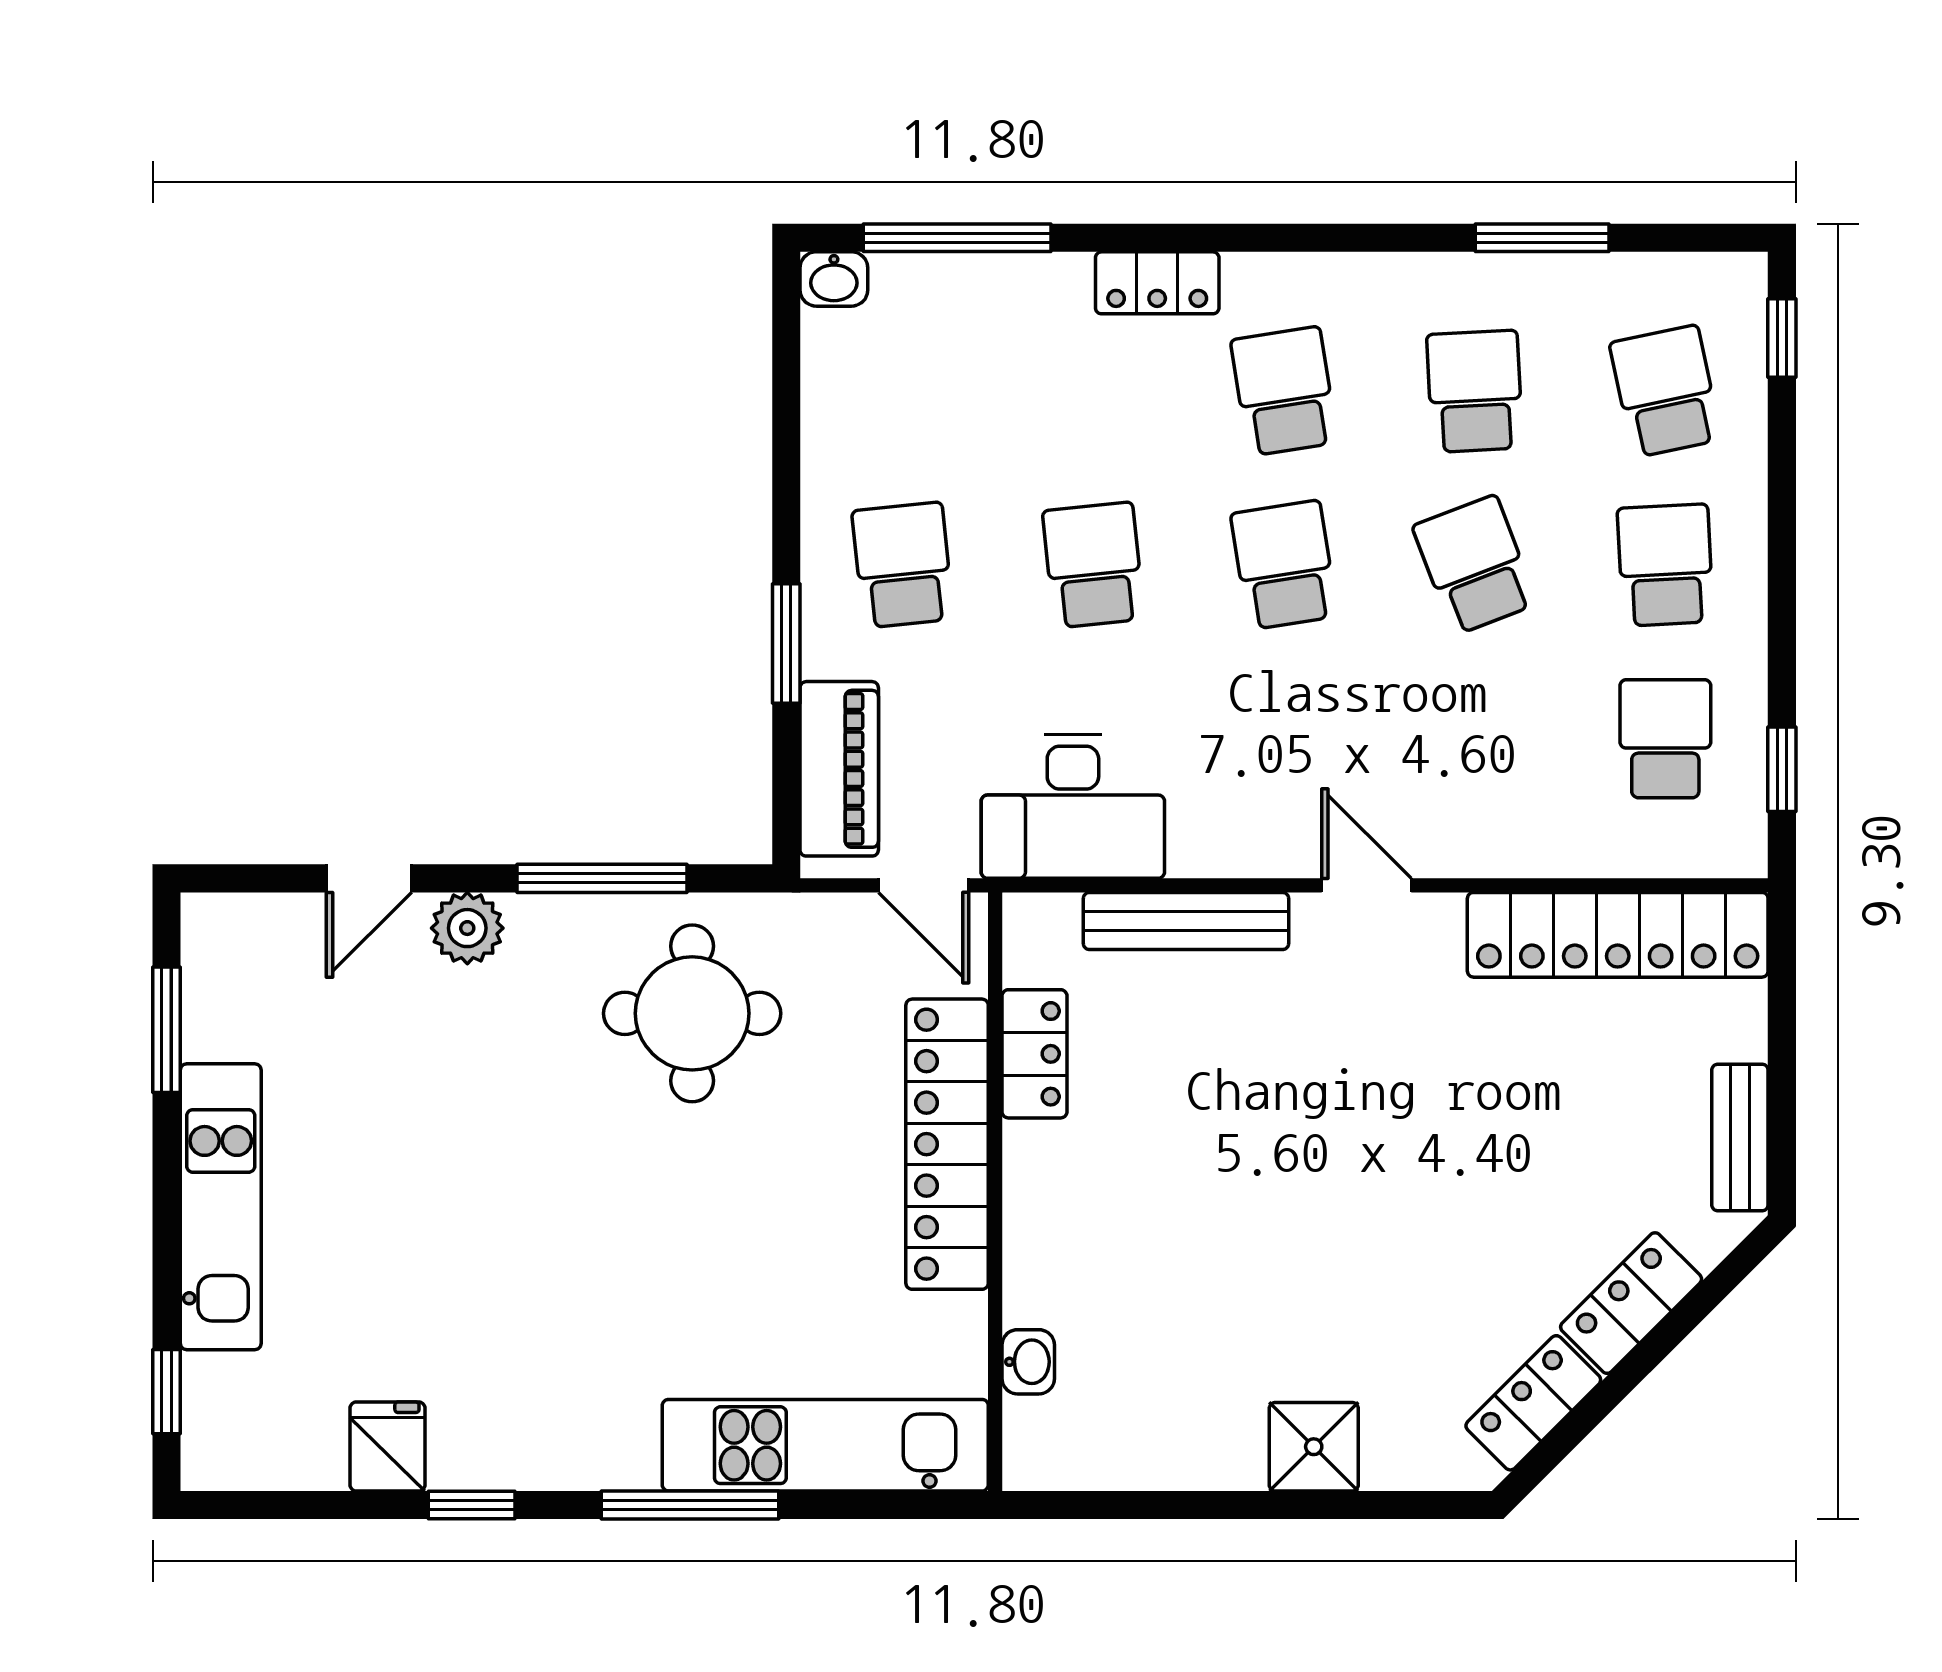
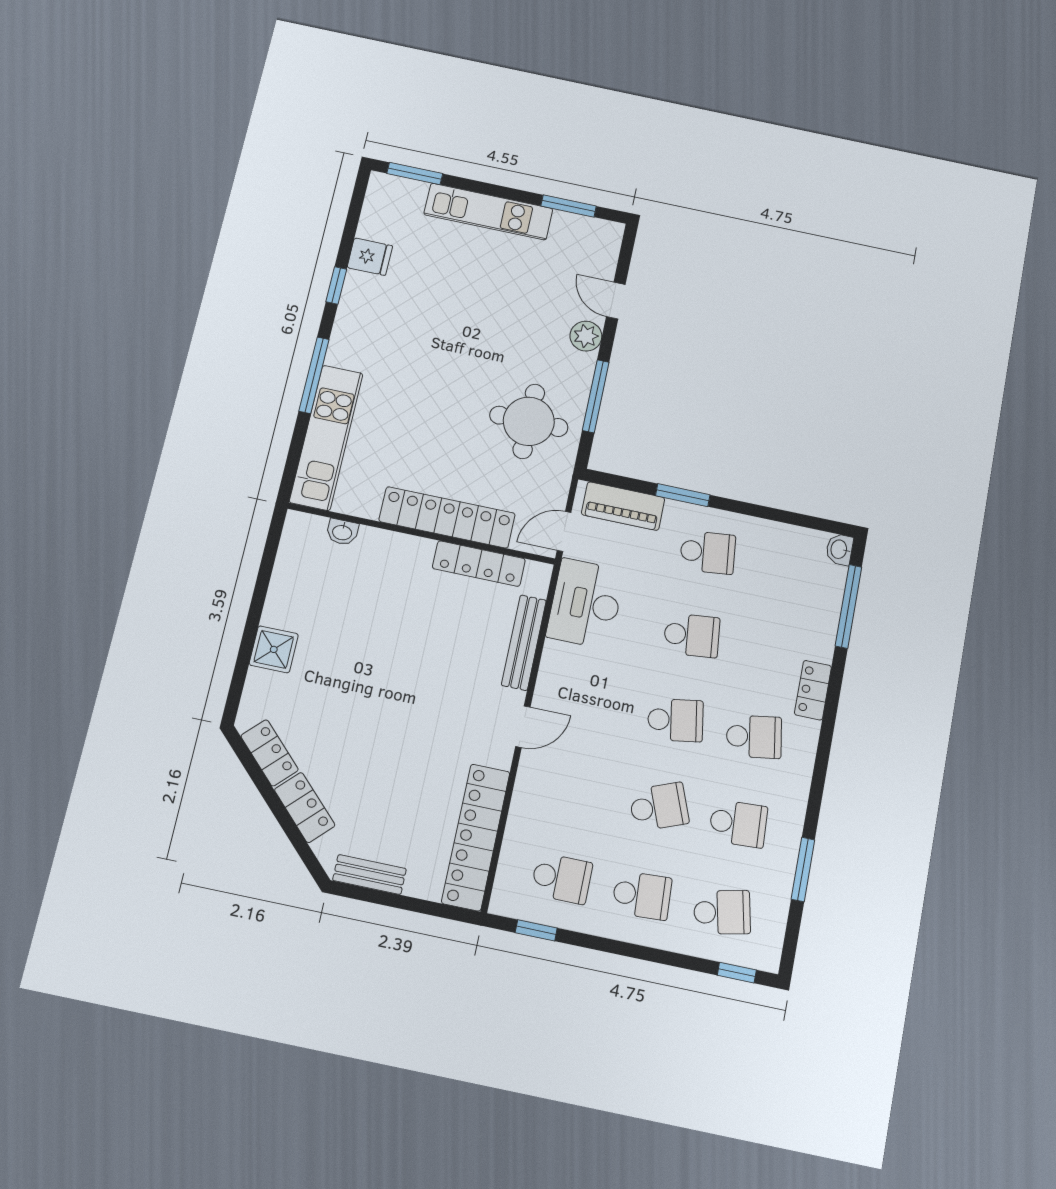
locker: (1034, 1054) -> (479, 564), width x1.53
window: (167, 1392) -> (415, 174), width x1.50

